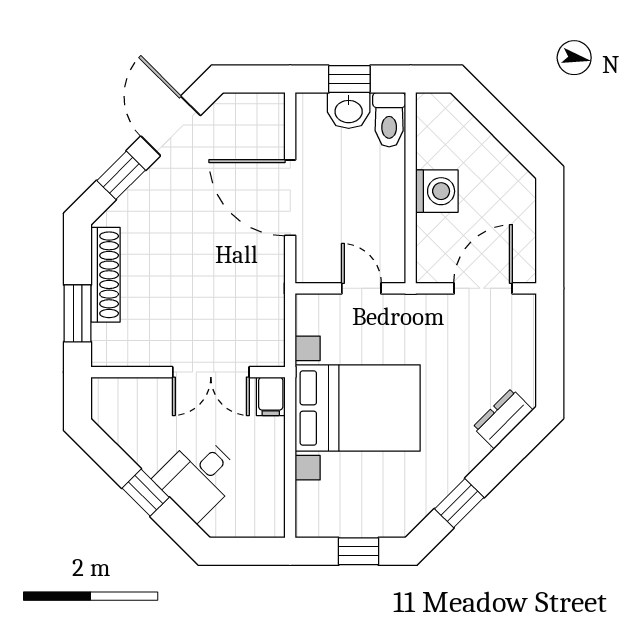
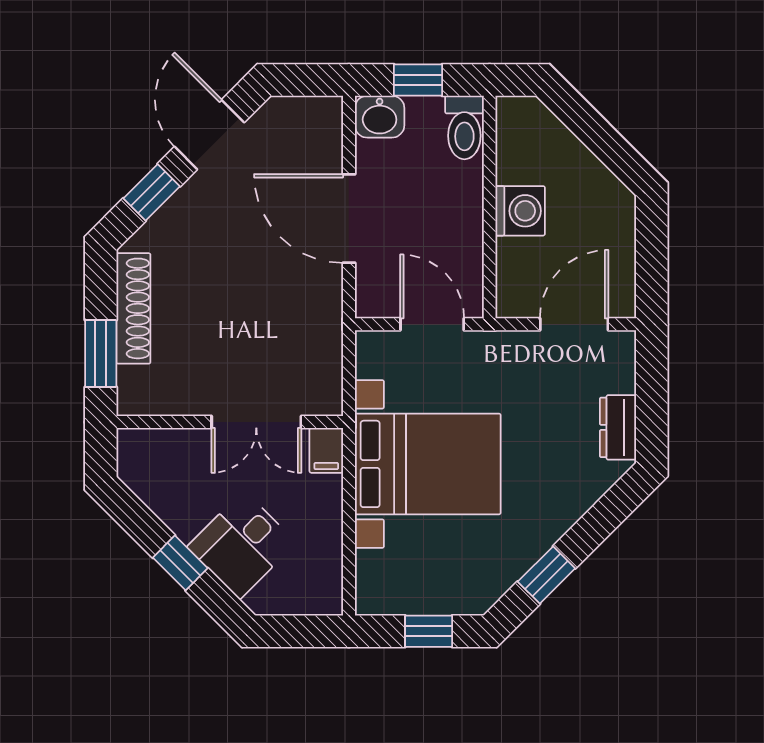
washbasin: (349, 110) -> (380, 117), moved
door: (361, 288) -> (432, 324), width x1.38
dresser: (503, 419) -> (618, 427), moved, turned -45

